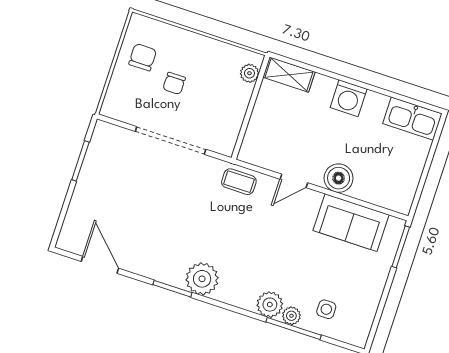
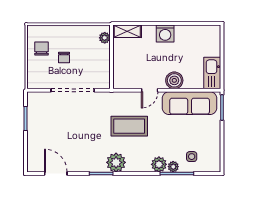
kitchen sink: (412, 119) -> (212, 73), moved, turned 90
coffee table: (239, 182) -> (129, 126), moved, width x1.86, depth x1.72
sofa: (351, 223) -> (190, 103), width x1.36

